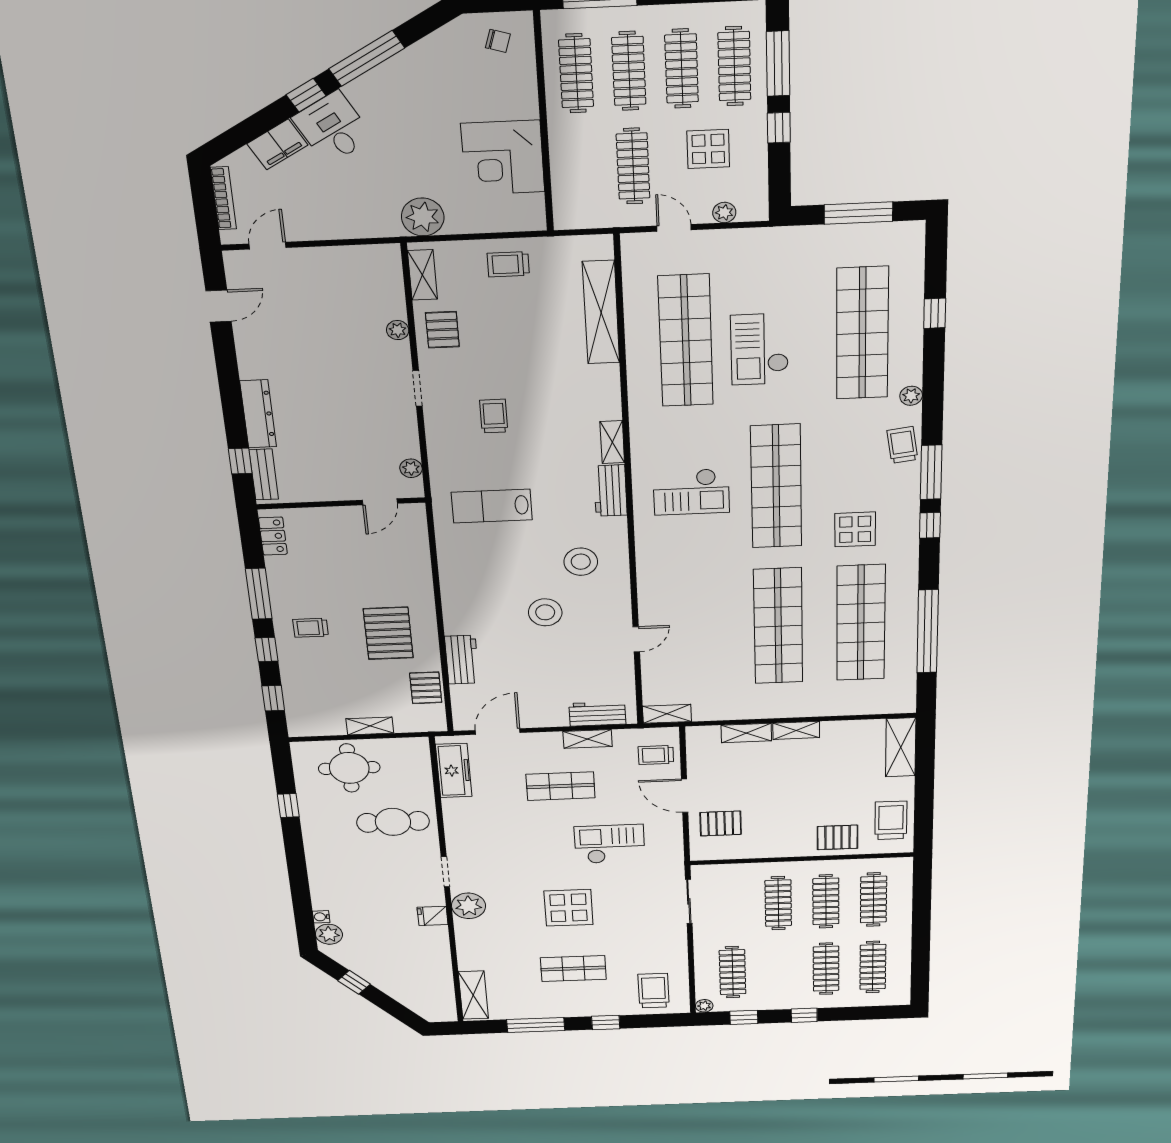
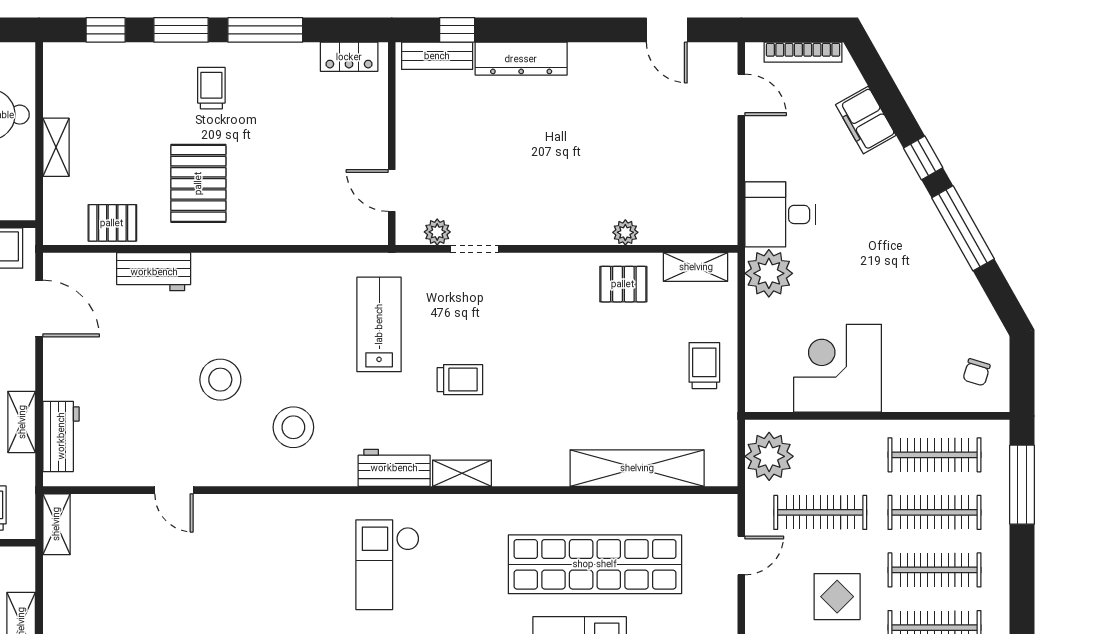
desk: (333, 128) -> (780, 214), moved, turned -150
plant: (724, 212) -> (769, 456), moved, width x1.87, depth x1.87
doorway: (417, 388) -> (475, 249), moved
trolley: (494, 416) -> (460, 380), moved
pallet: (388, 633) -> (198, 183), turned 90
window: (266, 650) -> (181, 30), width x1.50

